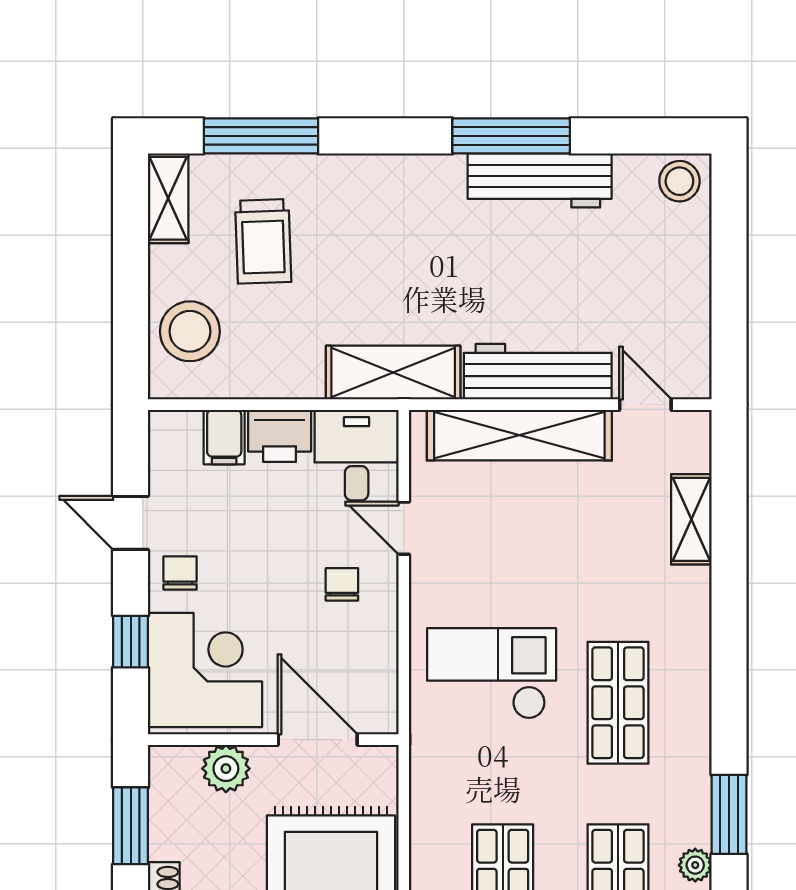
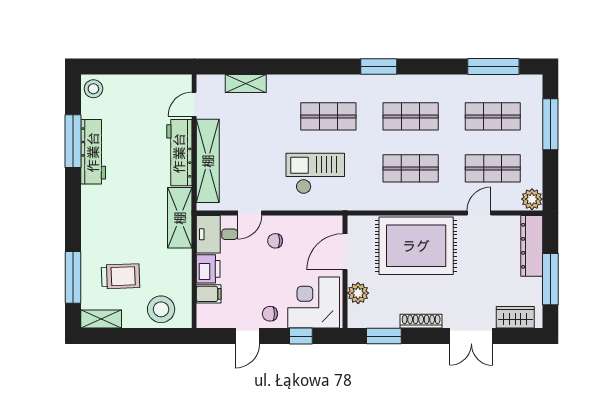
window: (511, 136) -> (73, 141), moved
checkout: (492, 673) -> (315, 173), turned 90
plant: (695, 865) -> (402, 82), removed

